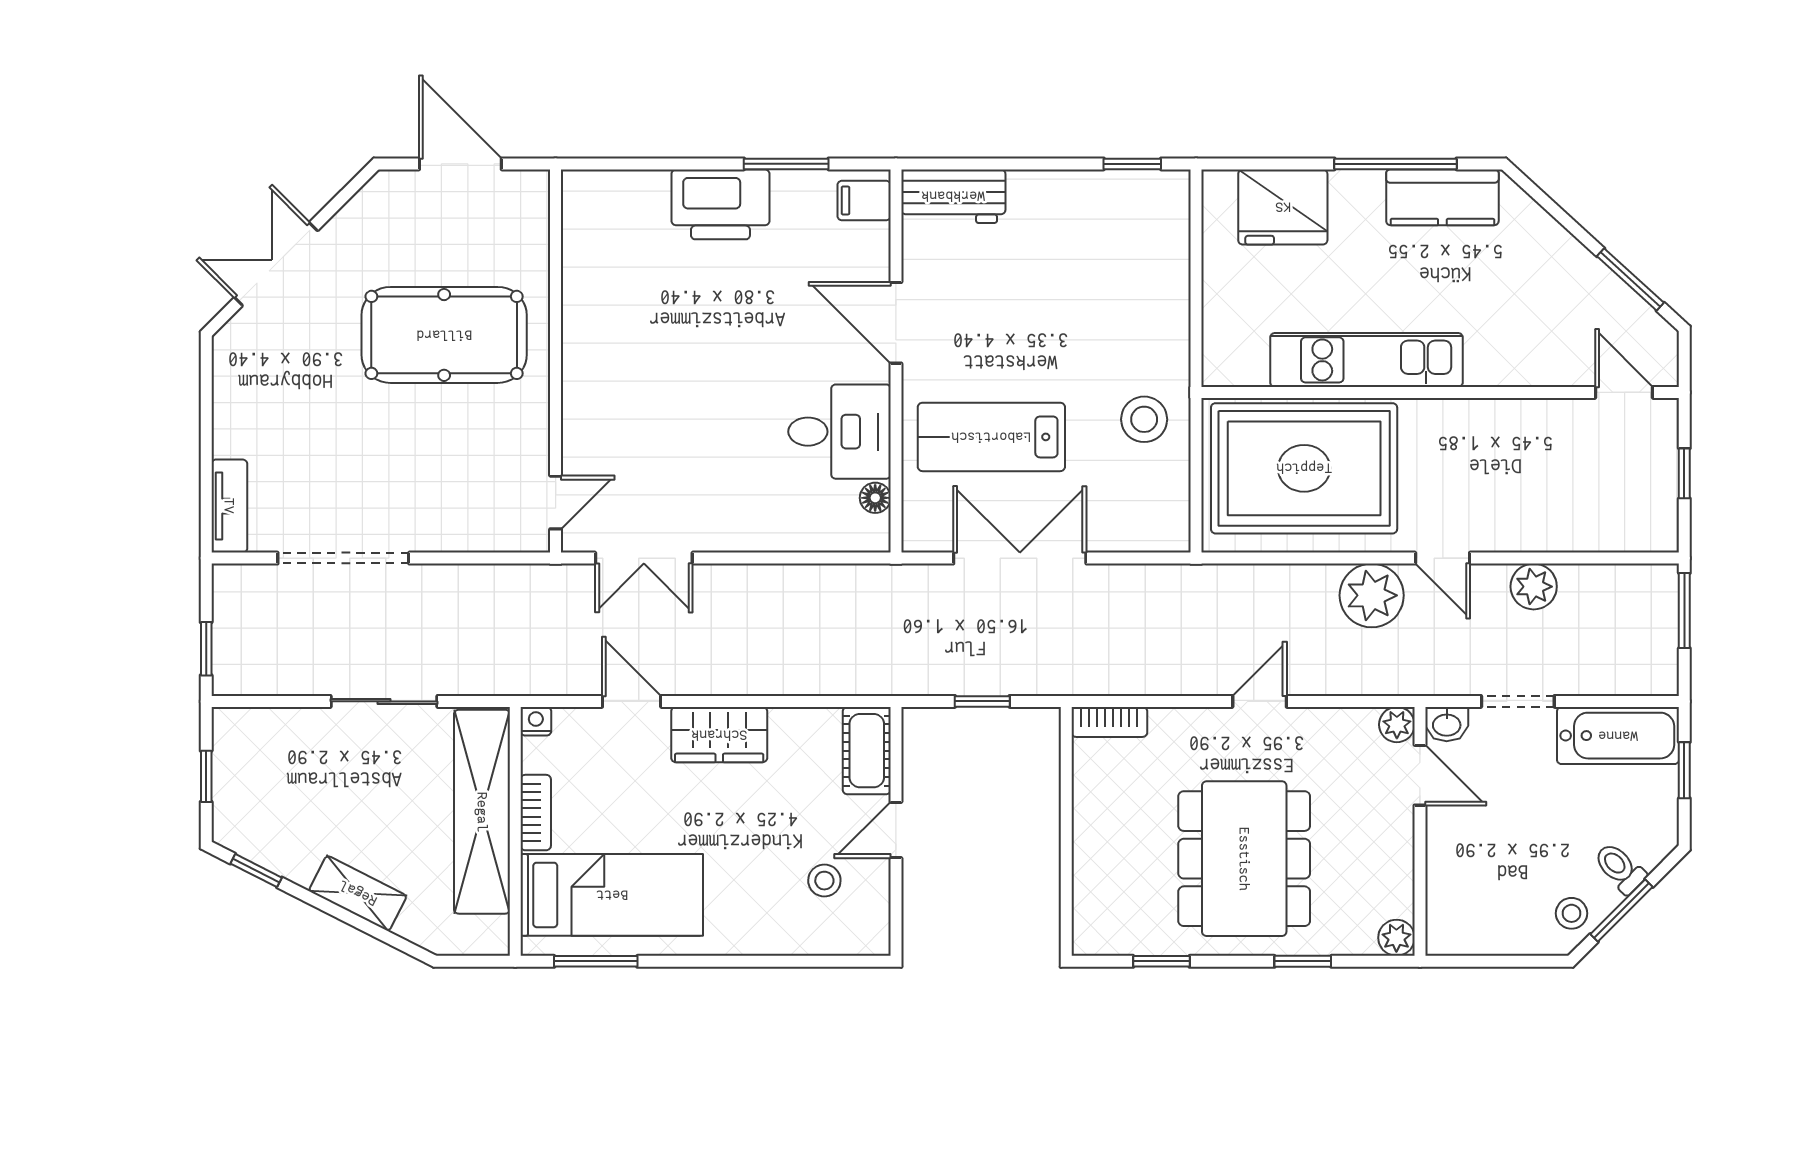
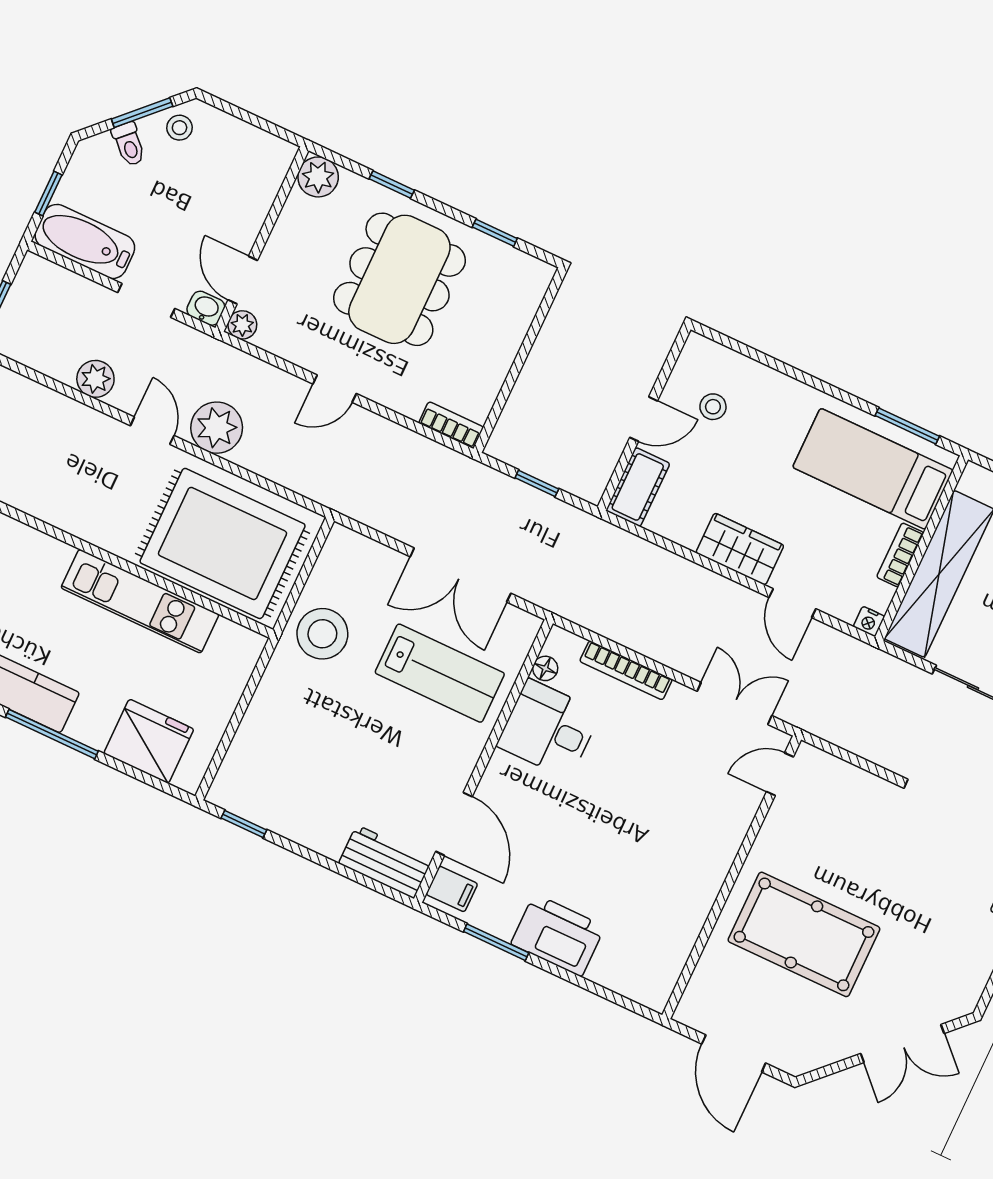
door: (896, 323) -> (454, 824), moved
stool: (1144, 419) -> (322, 634), width x1.38, depth x1.38
bookcase: (783, 538) -> (626, 670), added
plant: (1396, 938) -> (318, 177), width x1.38, depth x1.38

